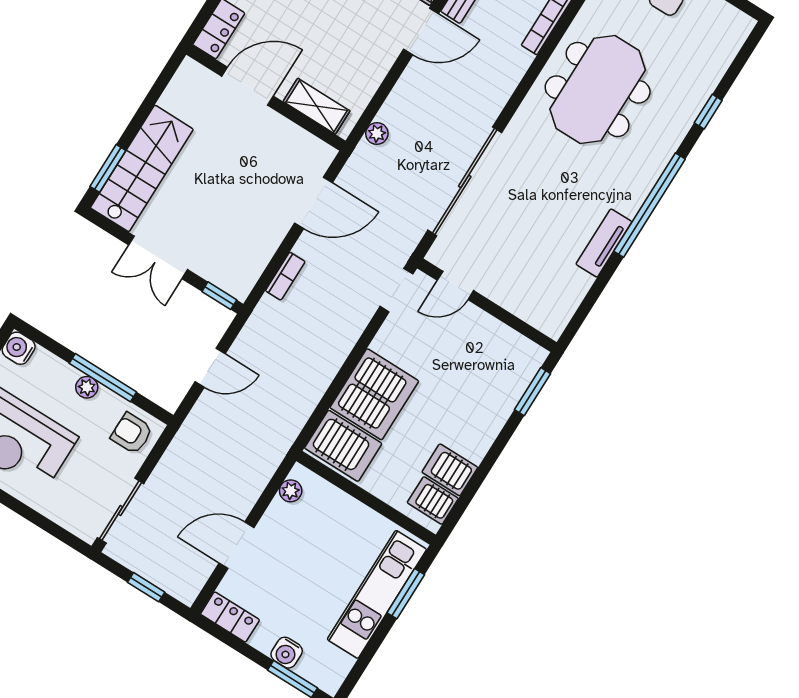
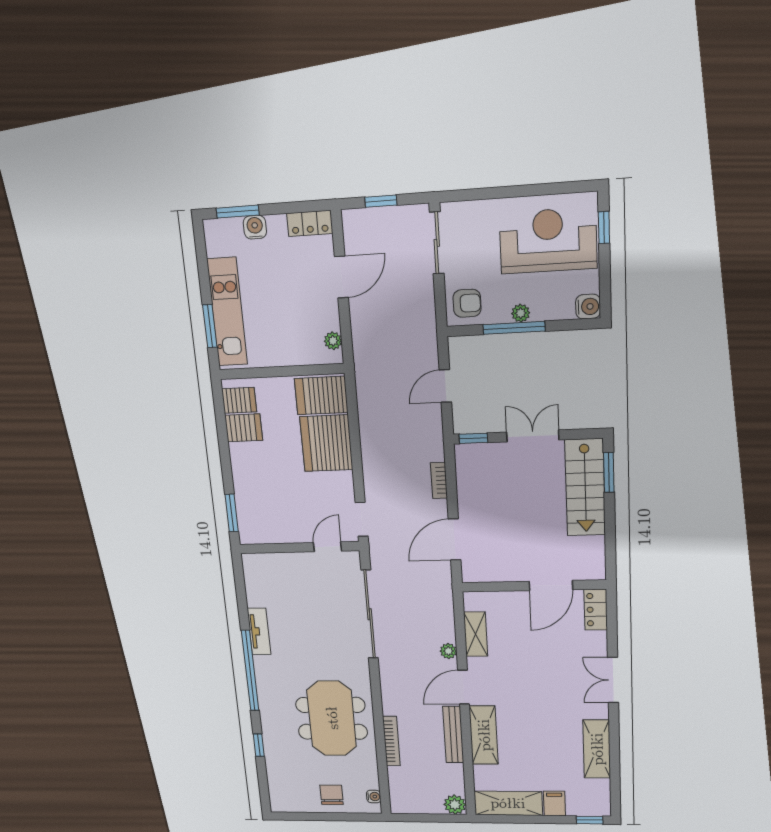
shelving: (317, 106) -> (476, 634), moved, turned 90
plant: (377, 134) -> (448, 651), moved

